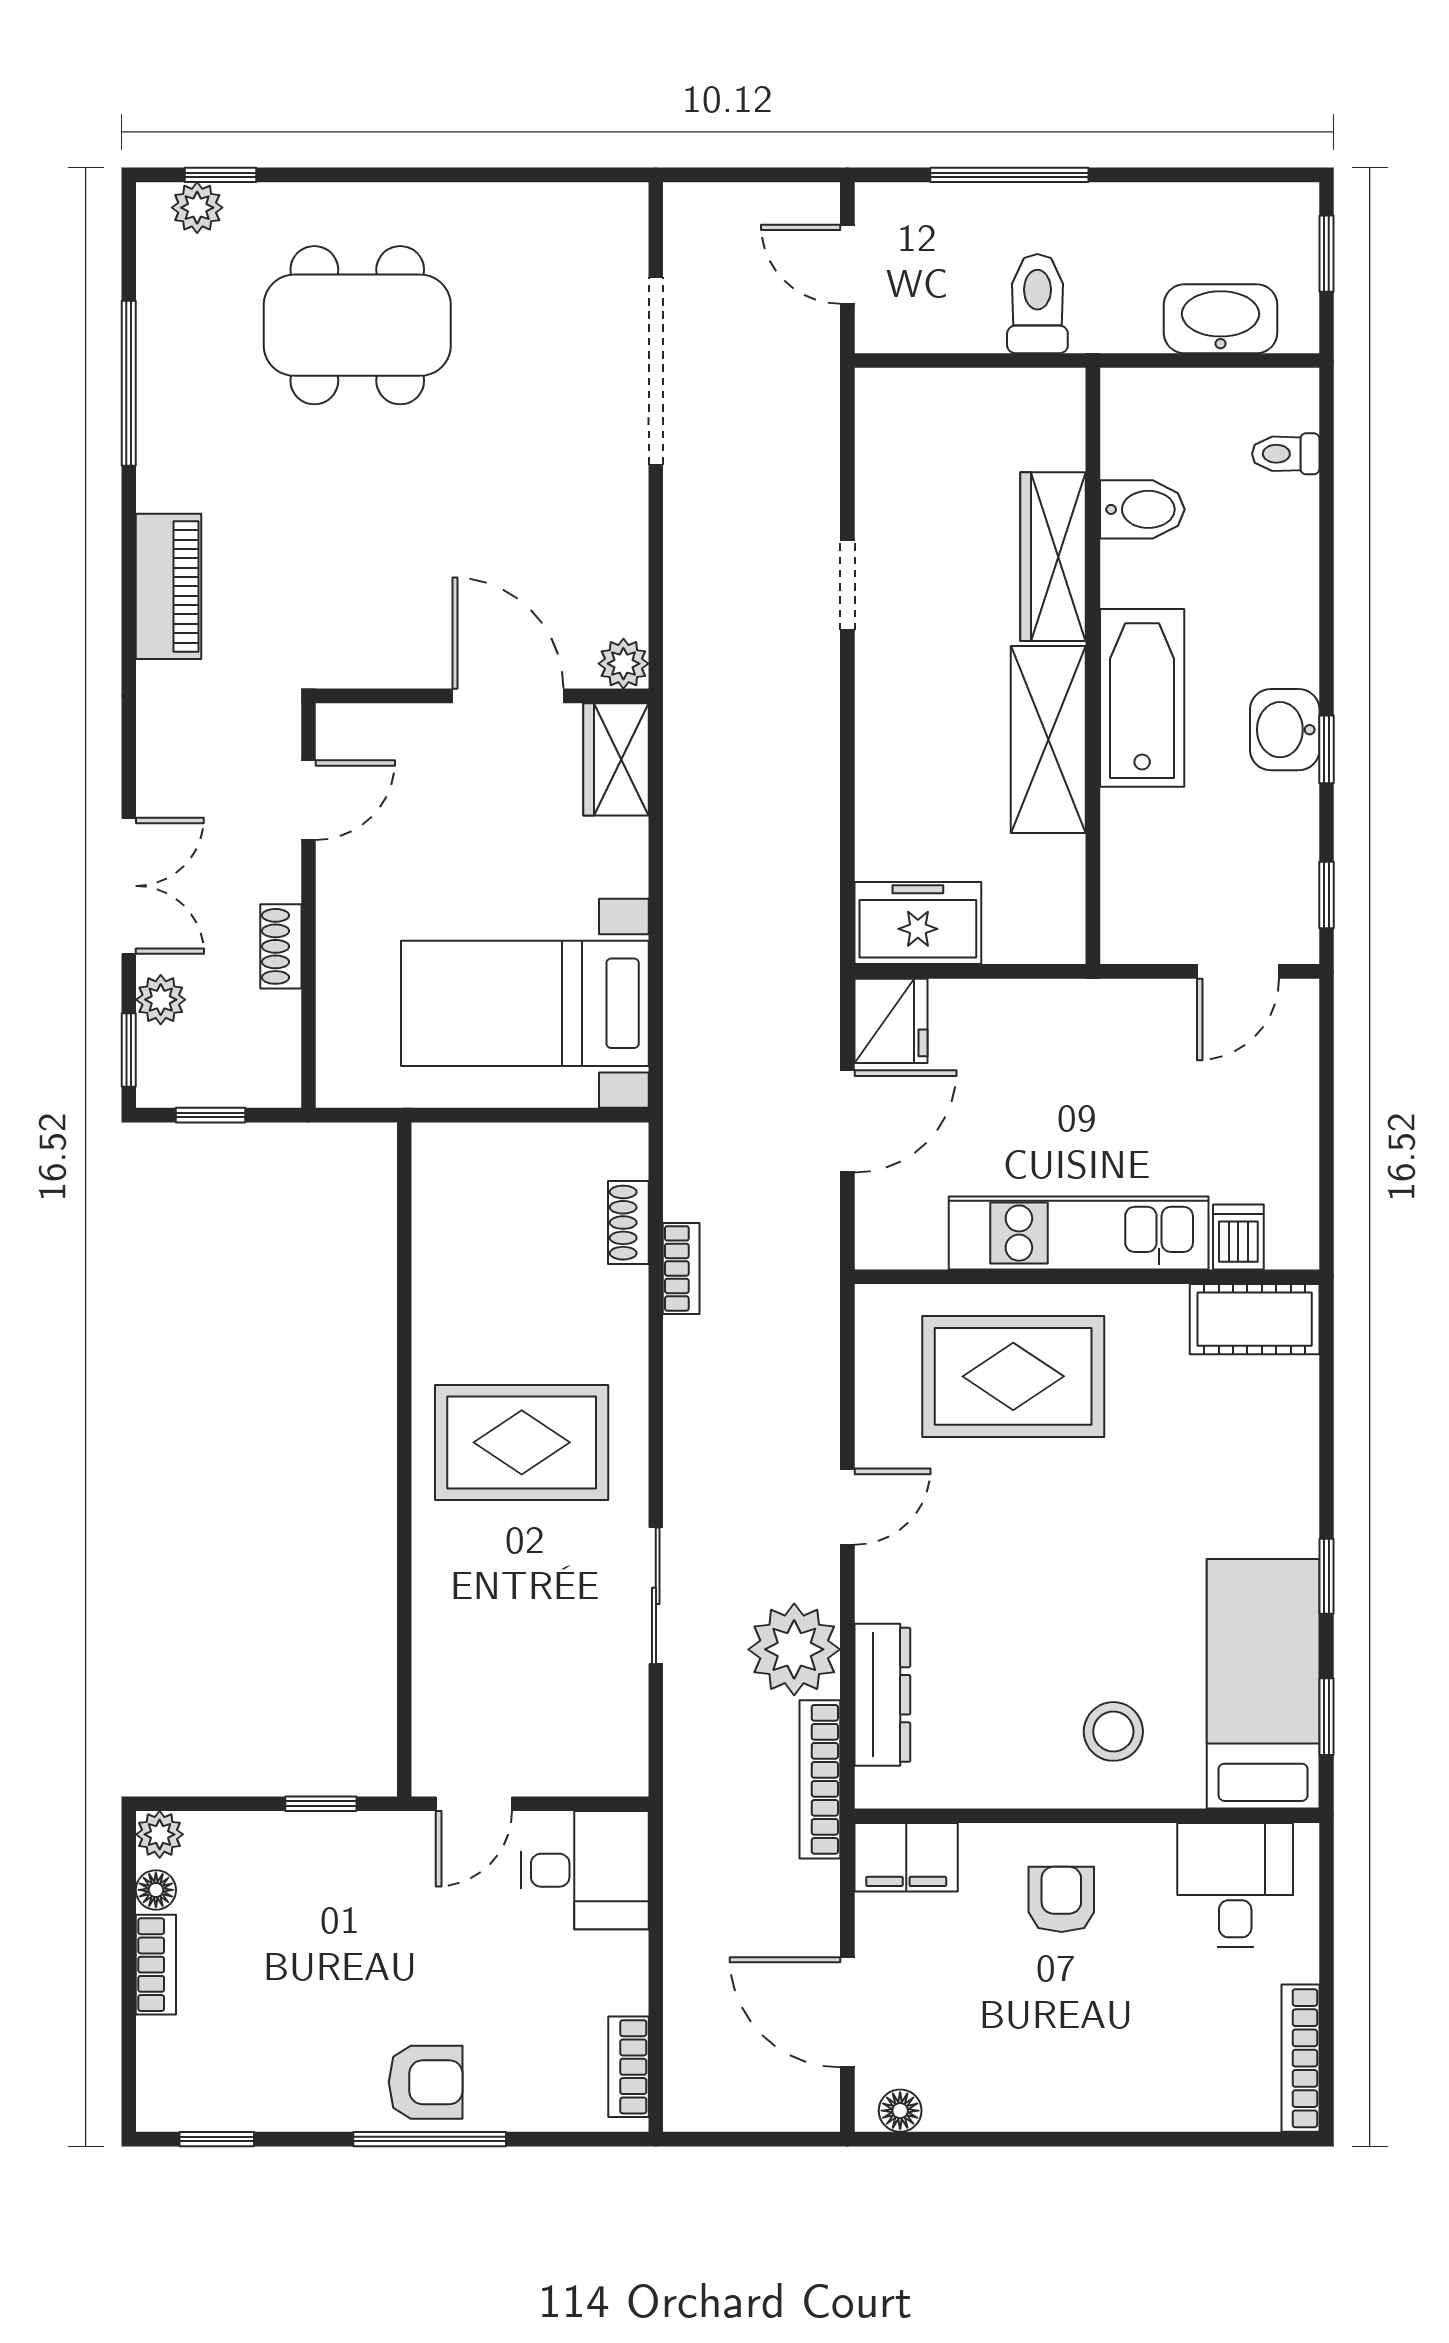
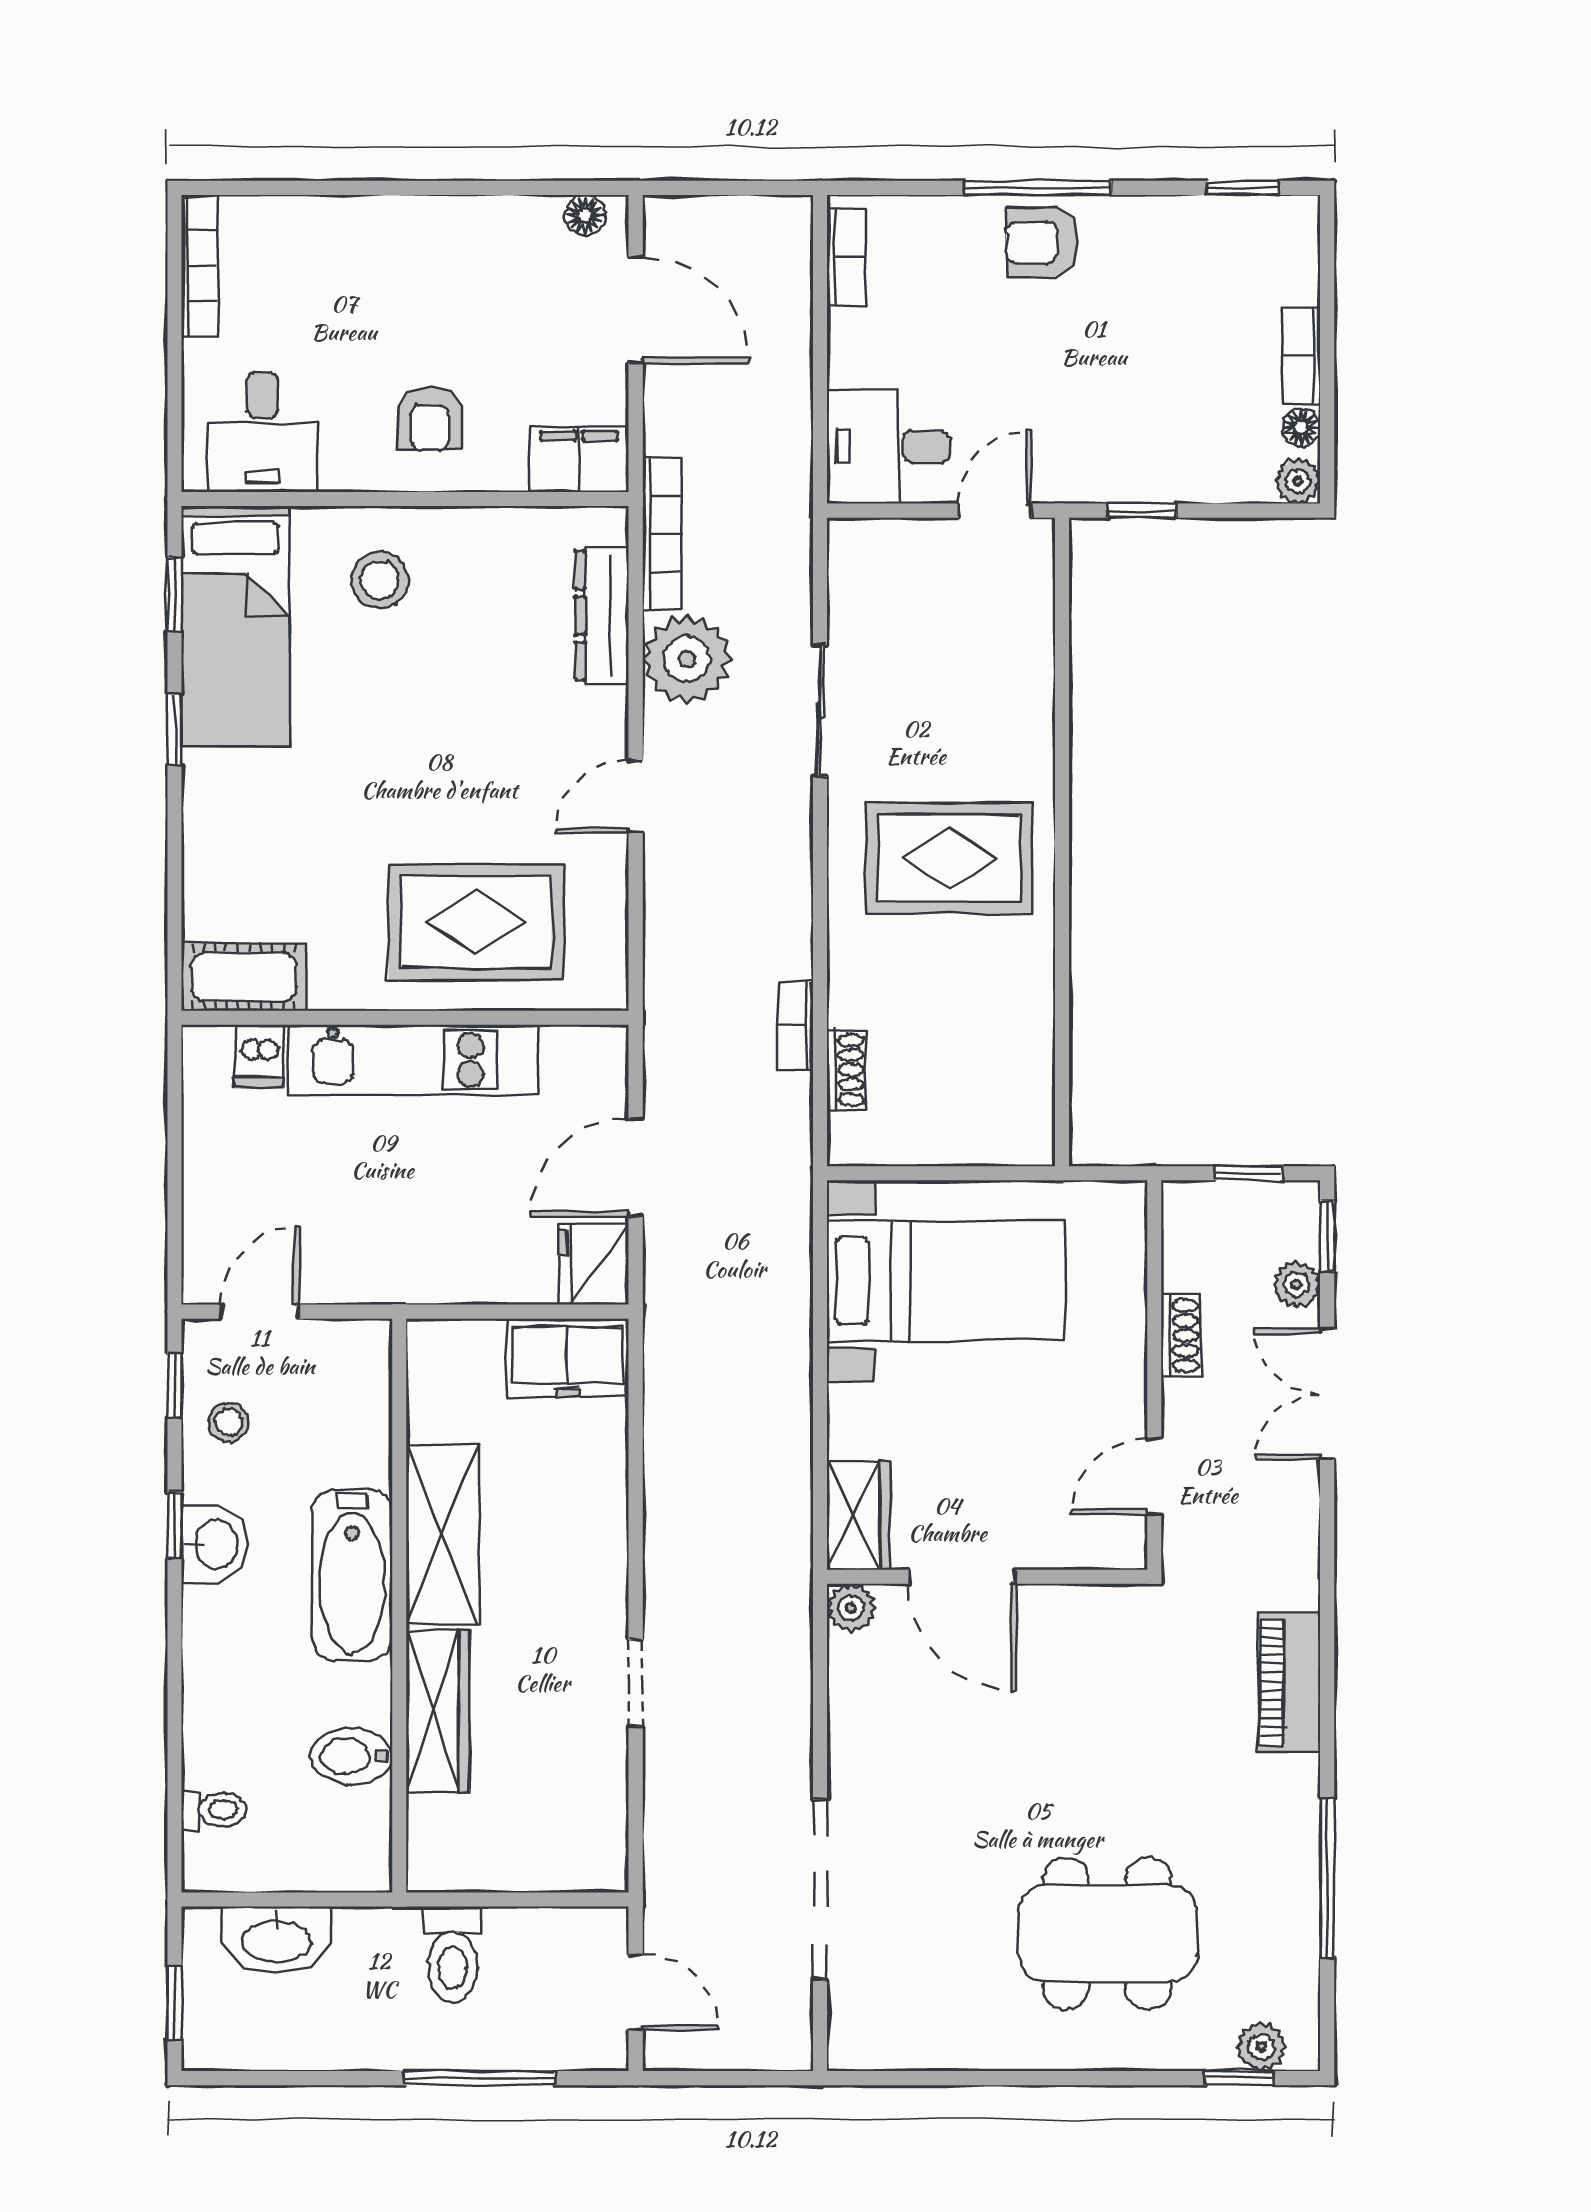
stool: (1271, 857) -> (228, 1422), added

